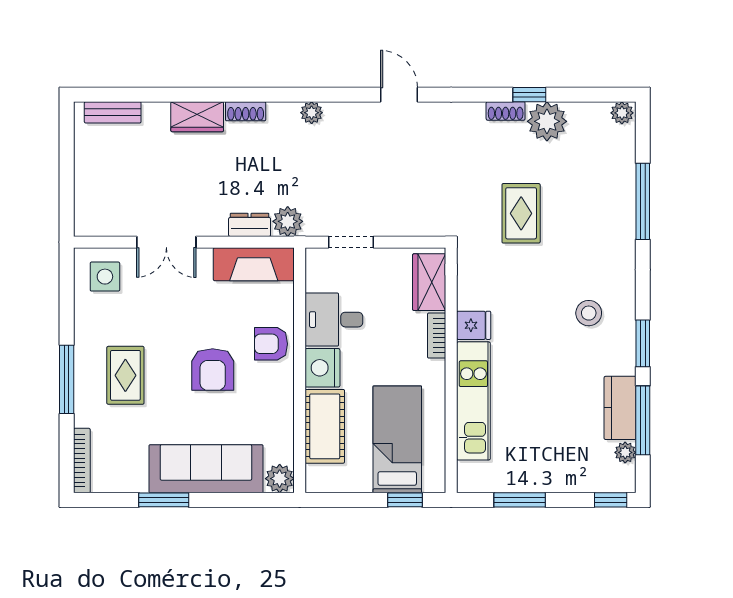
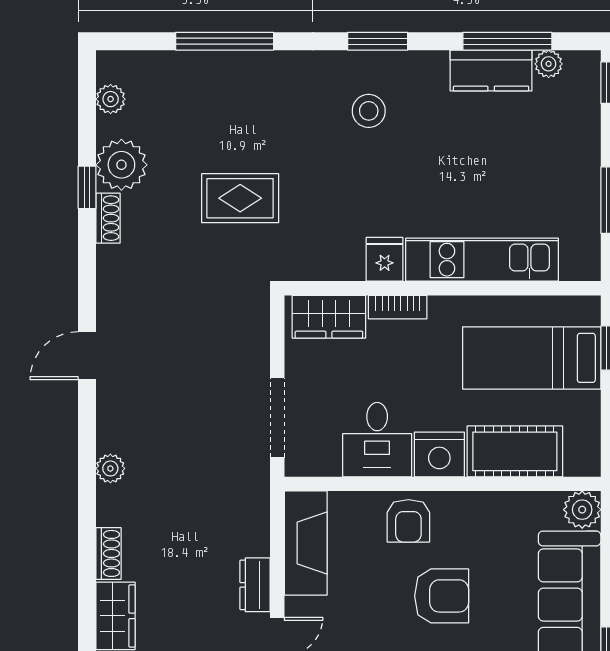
plant: (622, 113) -> (111, 99), moved
plant: (288, 221) -> (251, 499), removed
dresser: (250, 225) -> (255, 585), moved
doorway: (351, 242) -> (277, 418), width x1.38
window: (643, 343) -> (378, 41), moved

